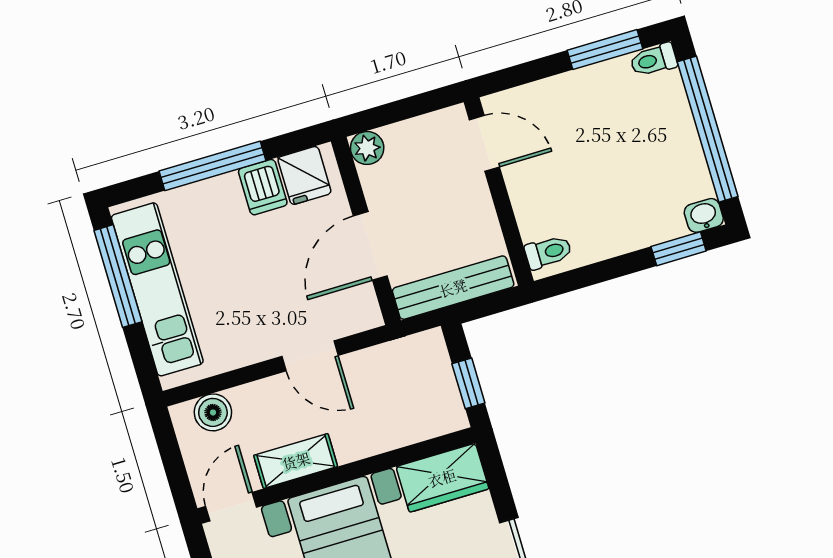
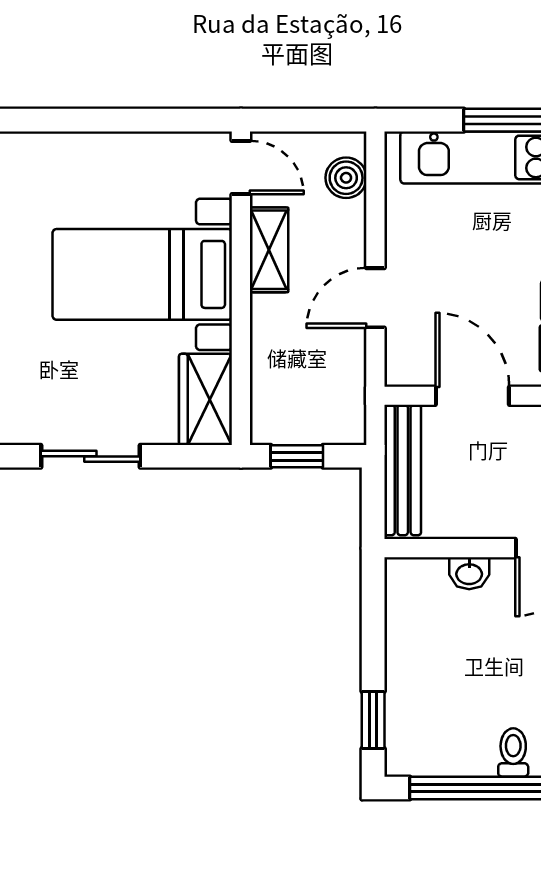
washbasin: (704, 215) -> (469, 573), moved, turned 90
toilet: (548, 252) -> (513, 752), moved, turned 180

